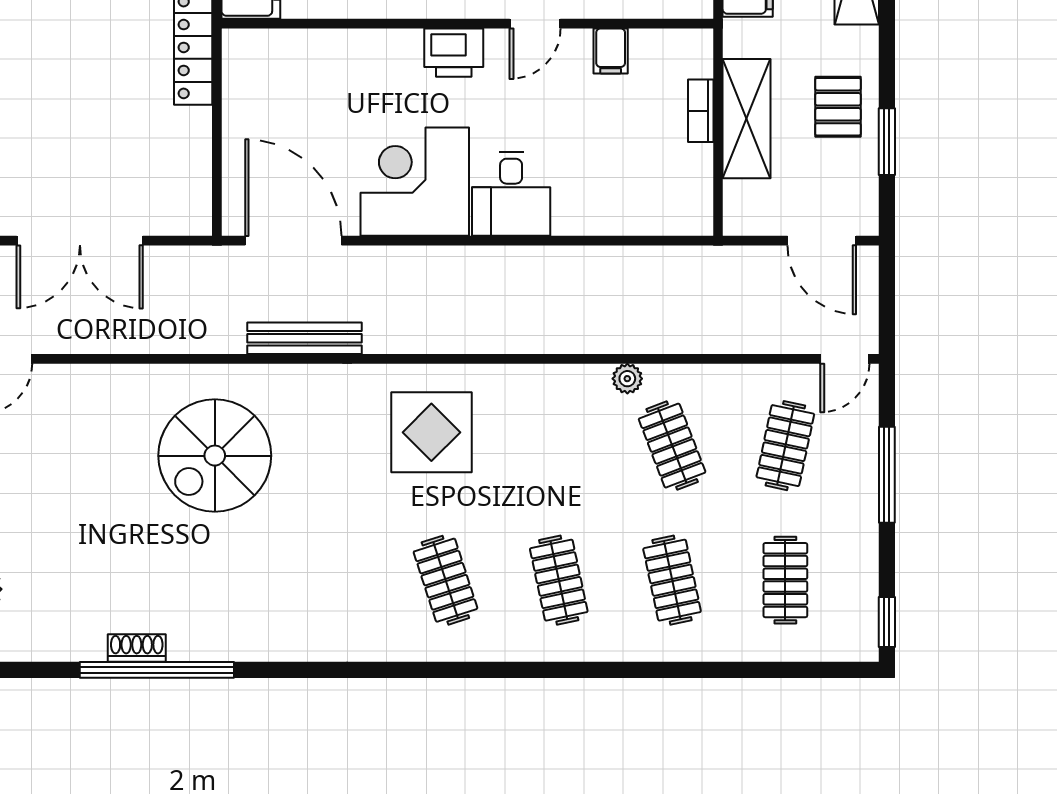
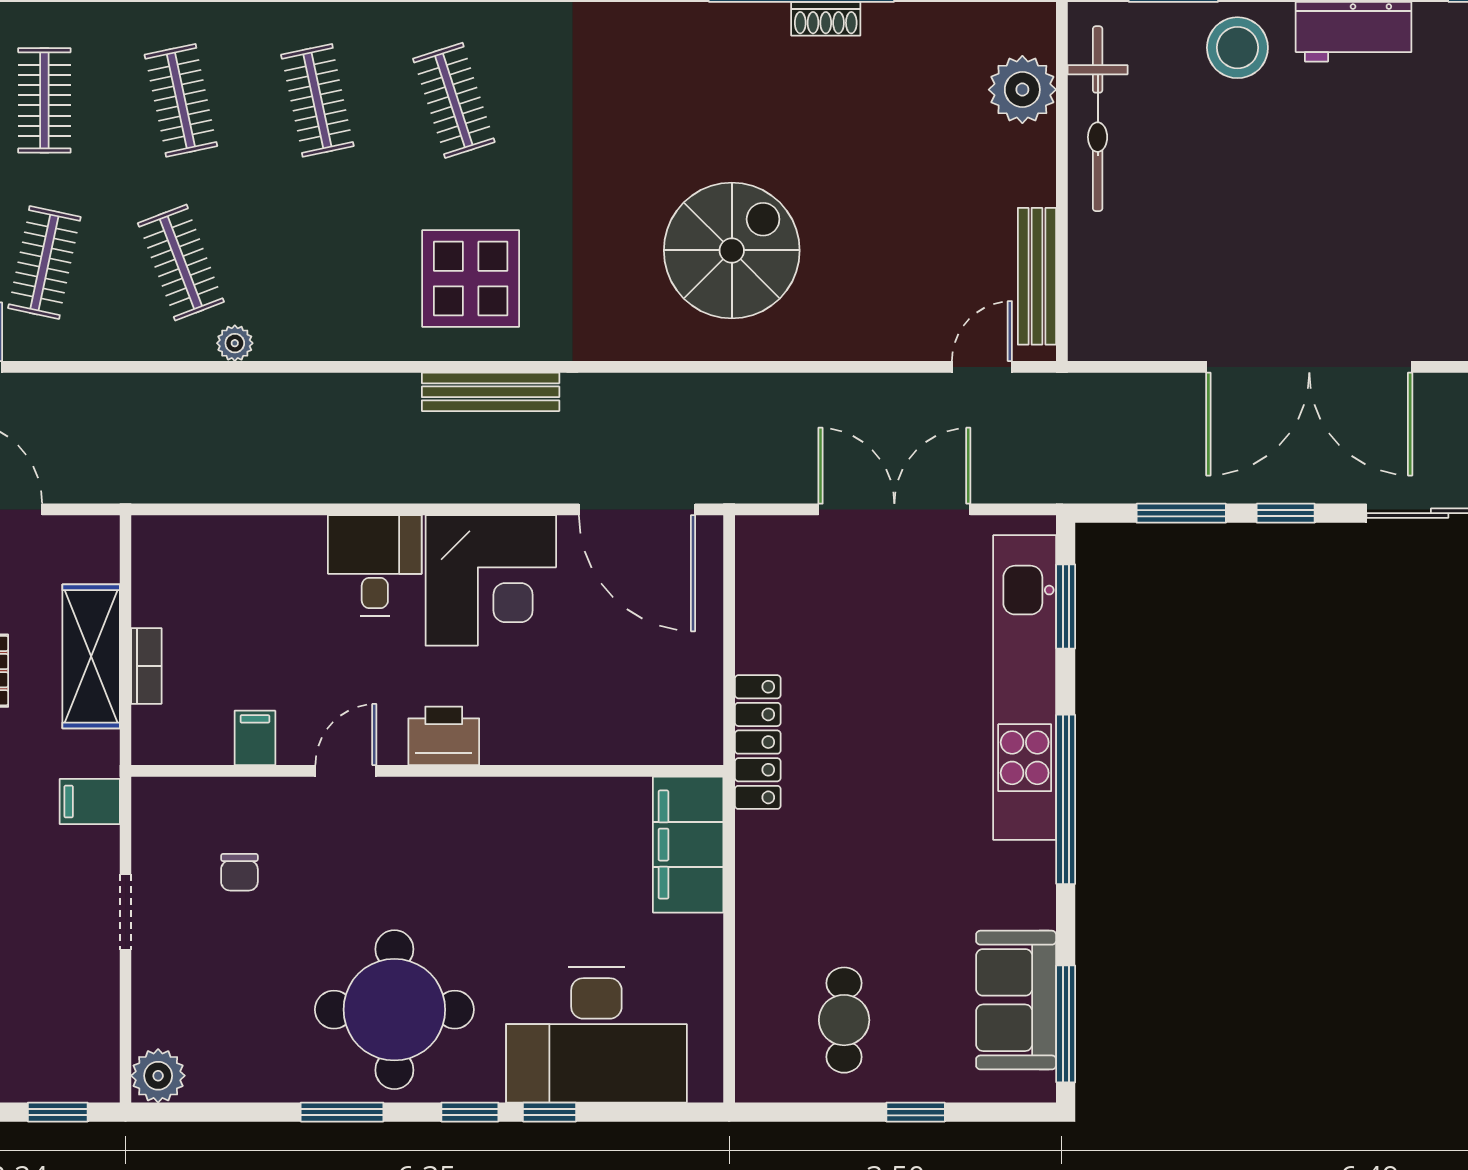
bench: (305, 338) -> (491, 392), moved

